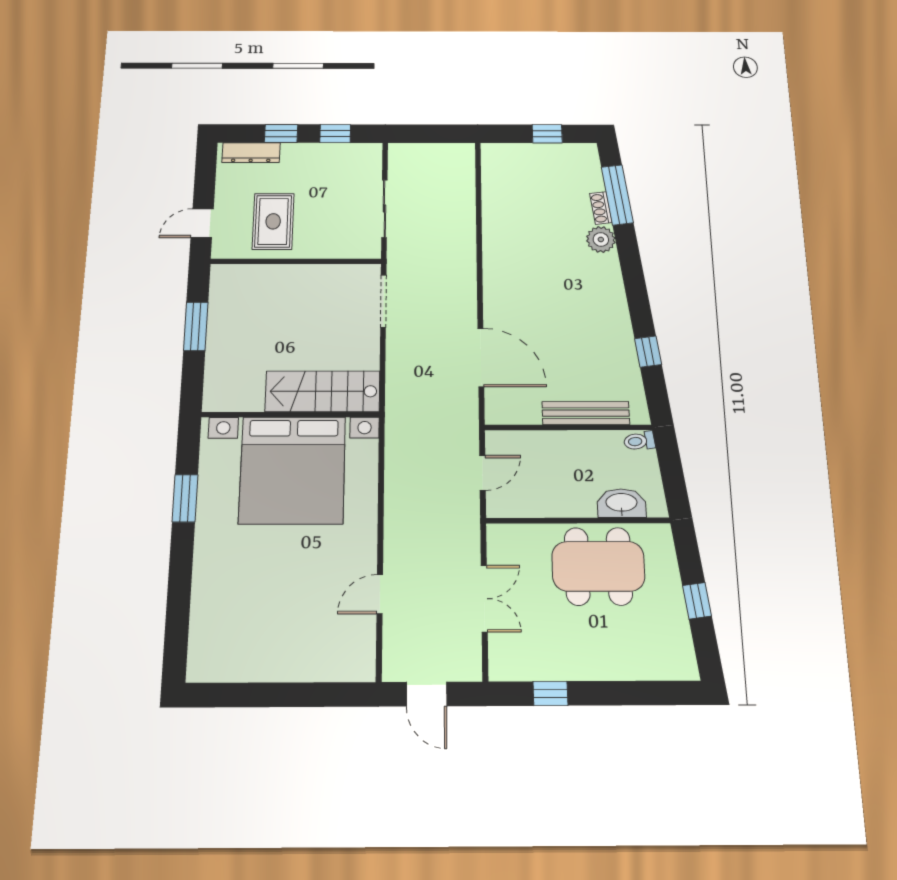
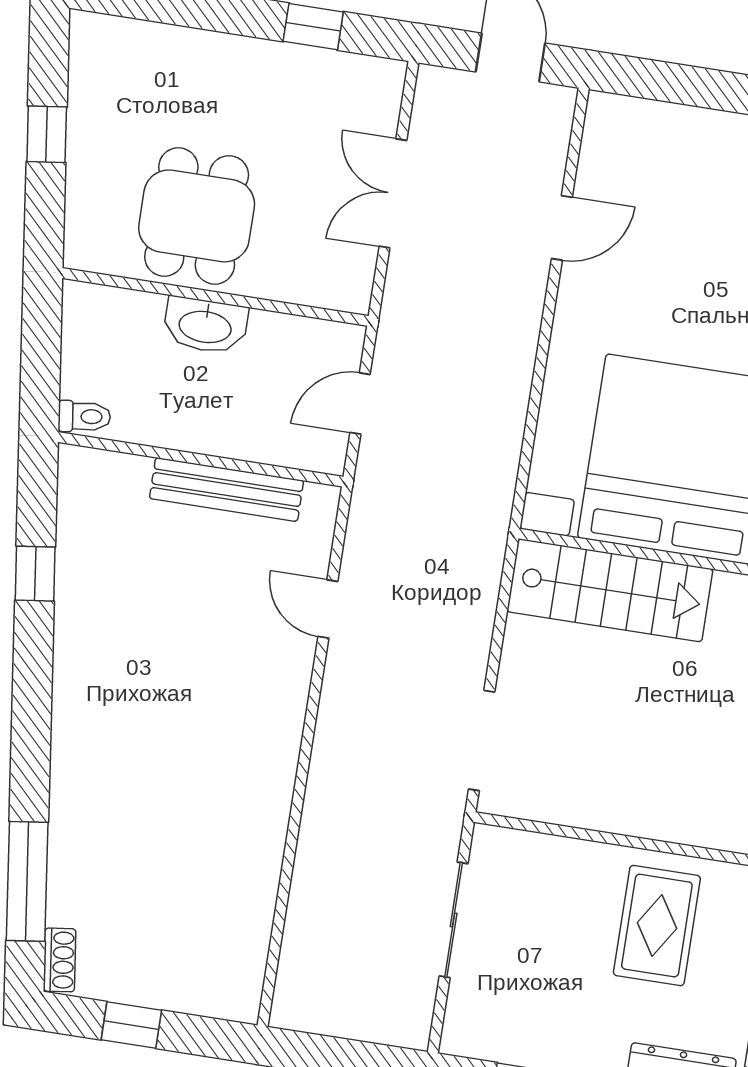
shoe rack: (601, 208) -> (60, 960), moved
plant: (601, 239) -> (75, 798), removed
door: (481, 357) -> (328, 609), width x0.53
bench: (586, 413) -> (227, 490), moved
washbasin: (622, 503) -> (205, 325), moved
dining table: (598, 566) -> (197, 216), width x0.73

